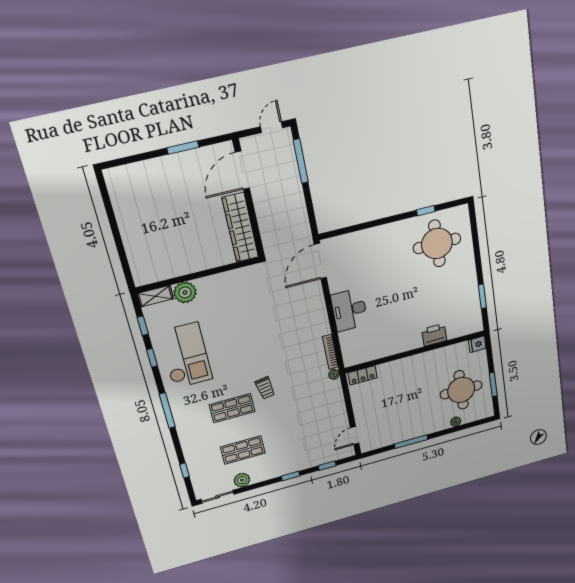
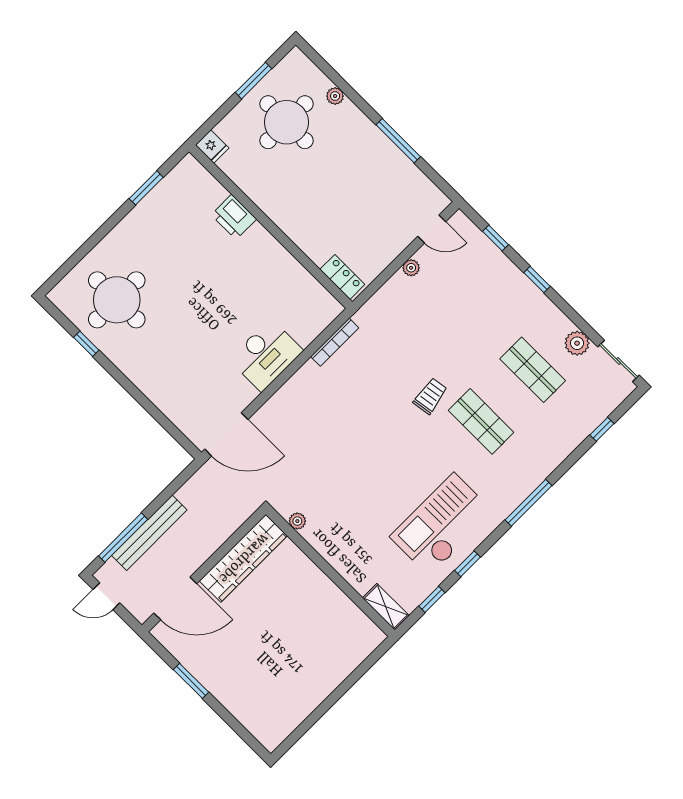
bench: (293, 179) -> (149, 533), added
plant: (185, 292) -> (297, 521), moved, width x0.53, depth x0.53
plant: (334, 374) -> (411, 268), moved

